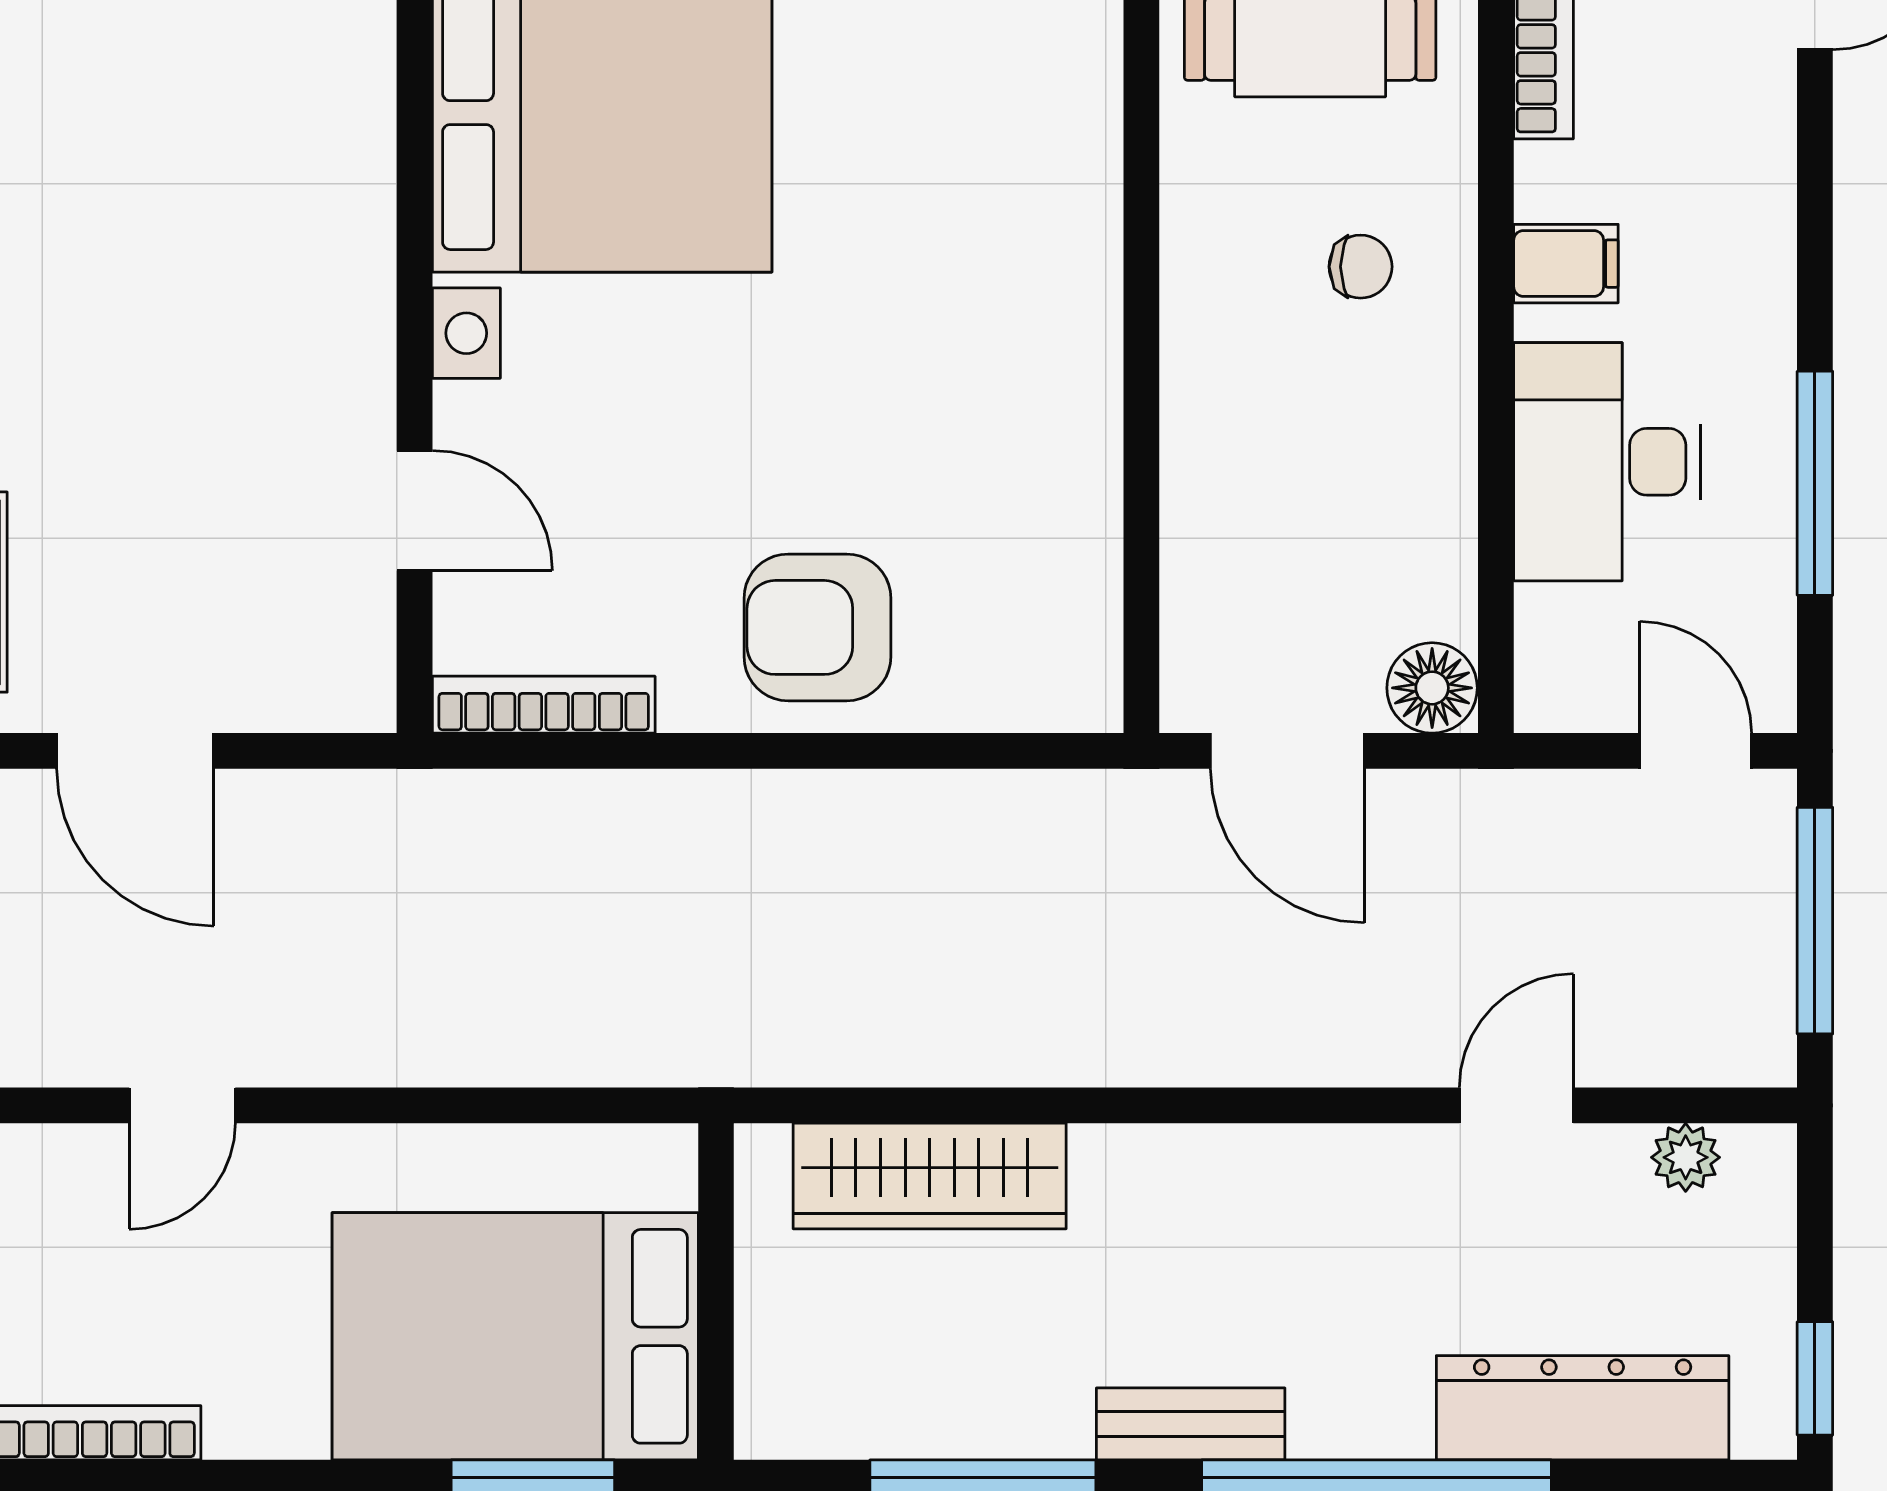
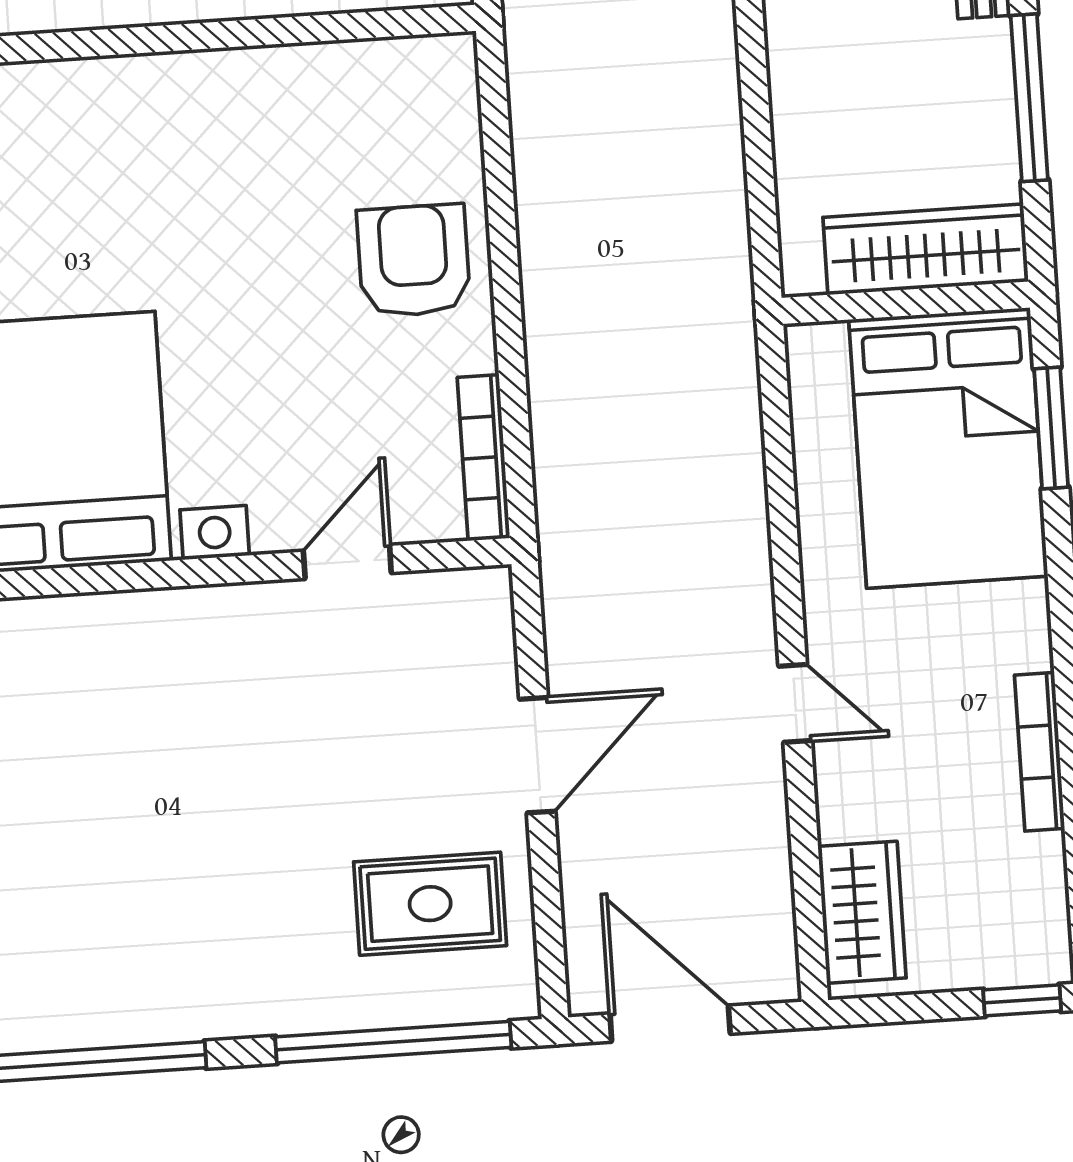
armchair: (817, 627) -> (413, 261), turned 180
wardrobe: (930, 1176) -> (926, 249), moved, turned -90

